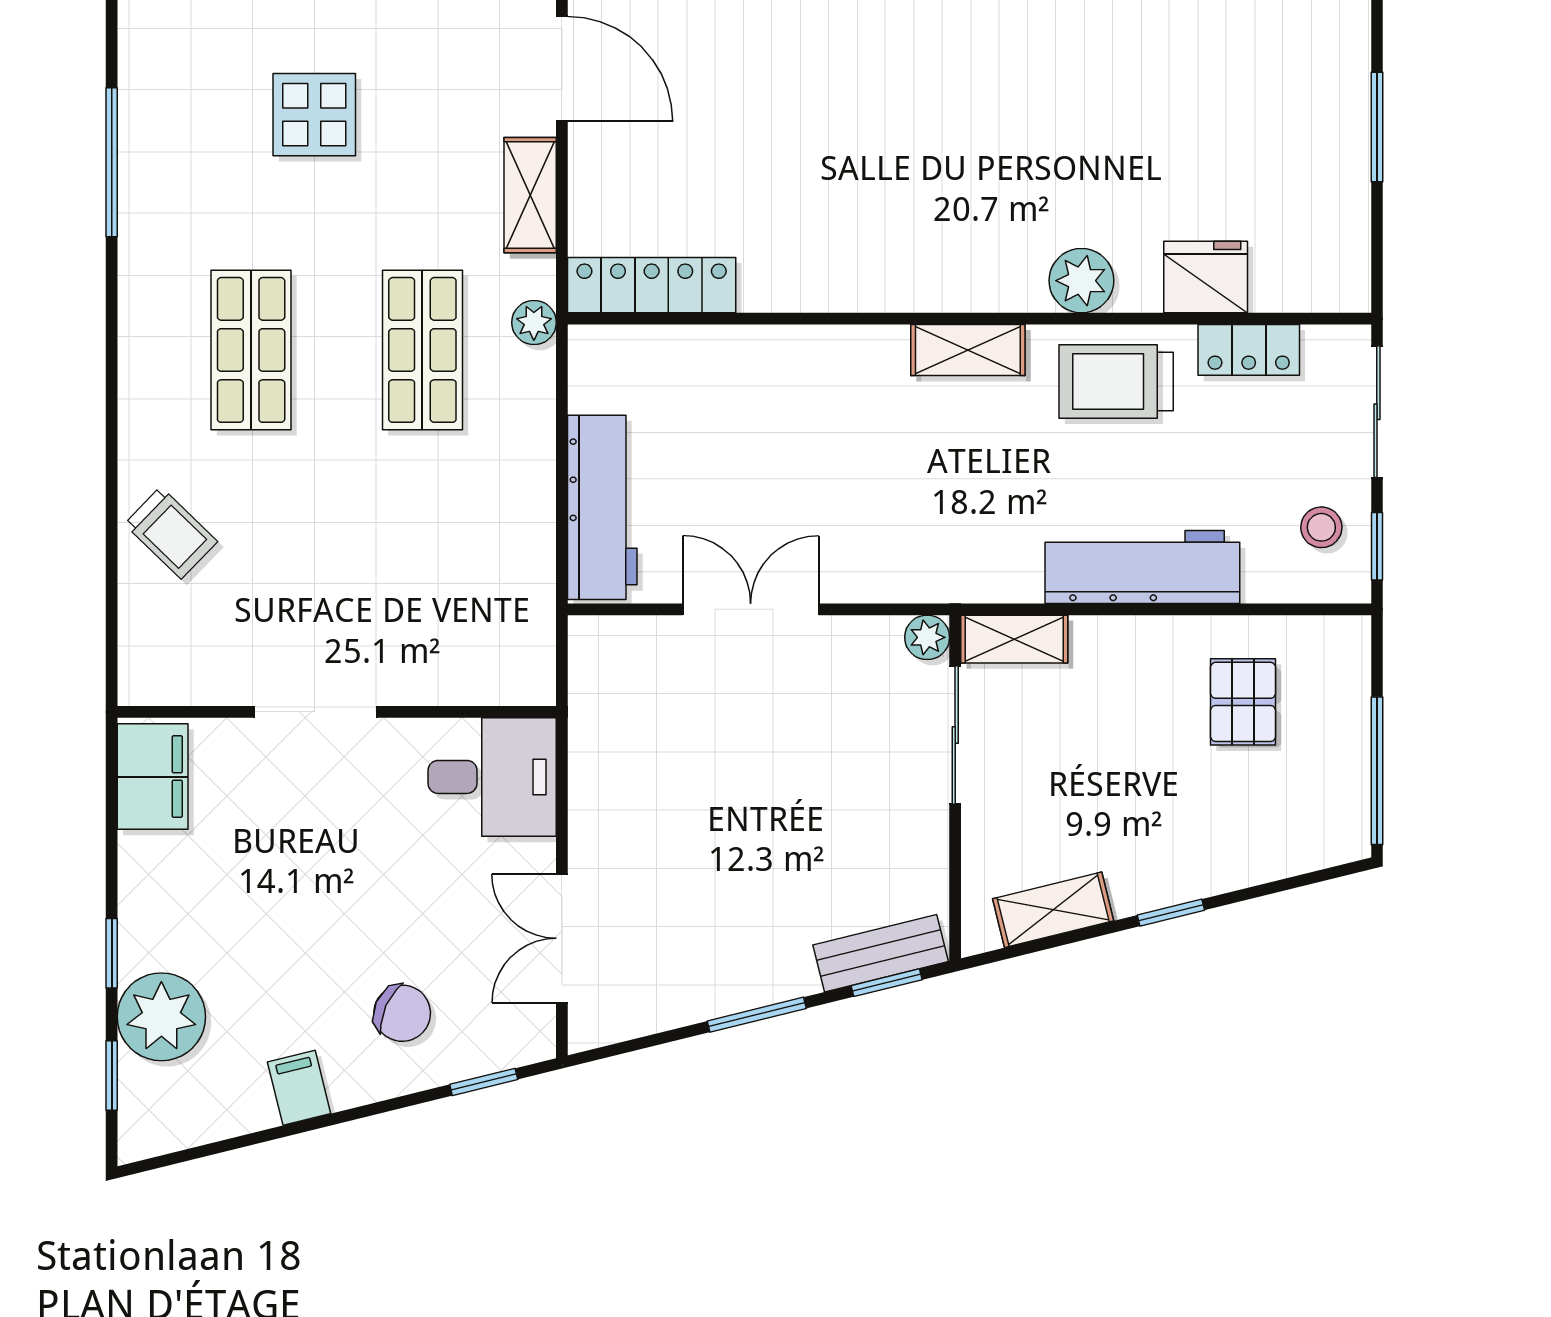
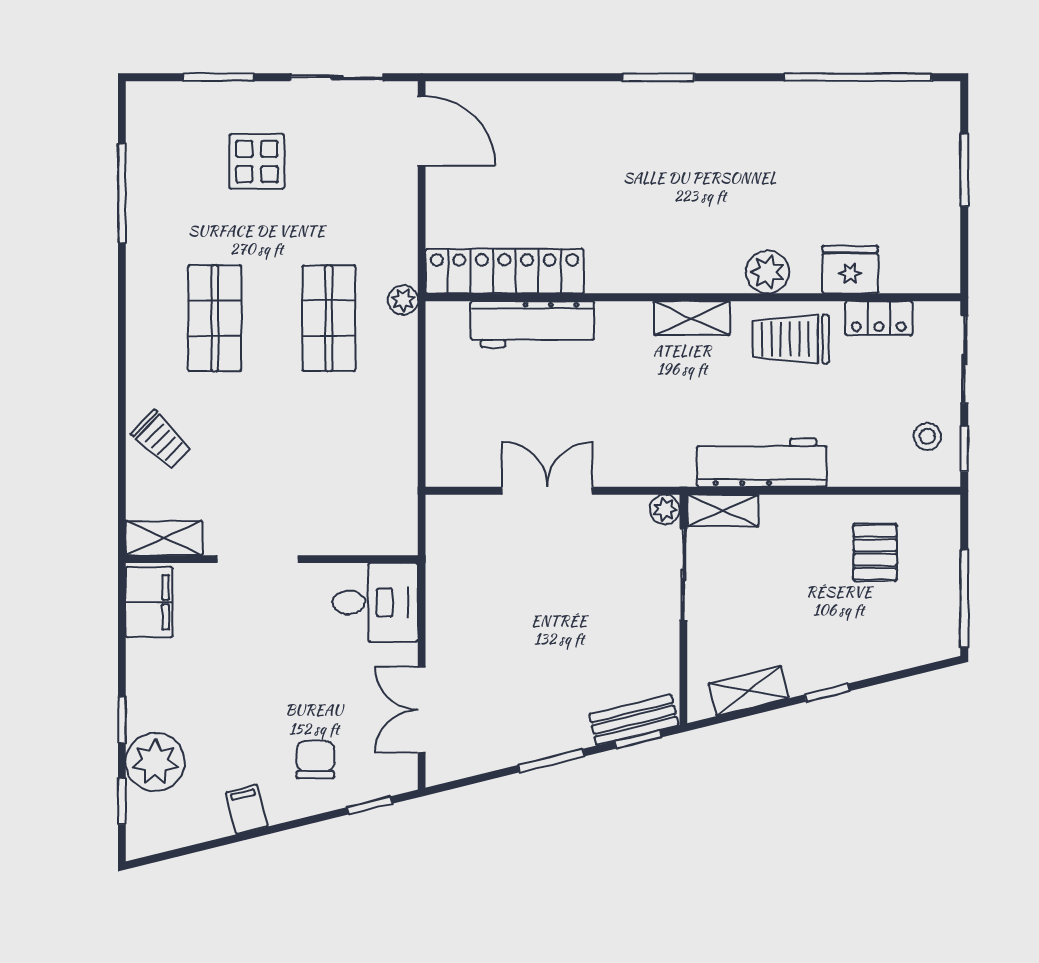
shelving: (530, 195) -> (164, 538), moved, turned 90
locker: (652, 285) -> (505, 271), width x1.41, depth x1.21
workbench: (602, 507) -> (532, 324), moved, turned 90
workbench: (1142, 567) -> (762, 463), moved
chair: (402, 1013) -> (315, 760), turned -114

